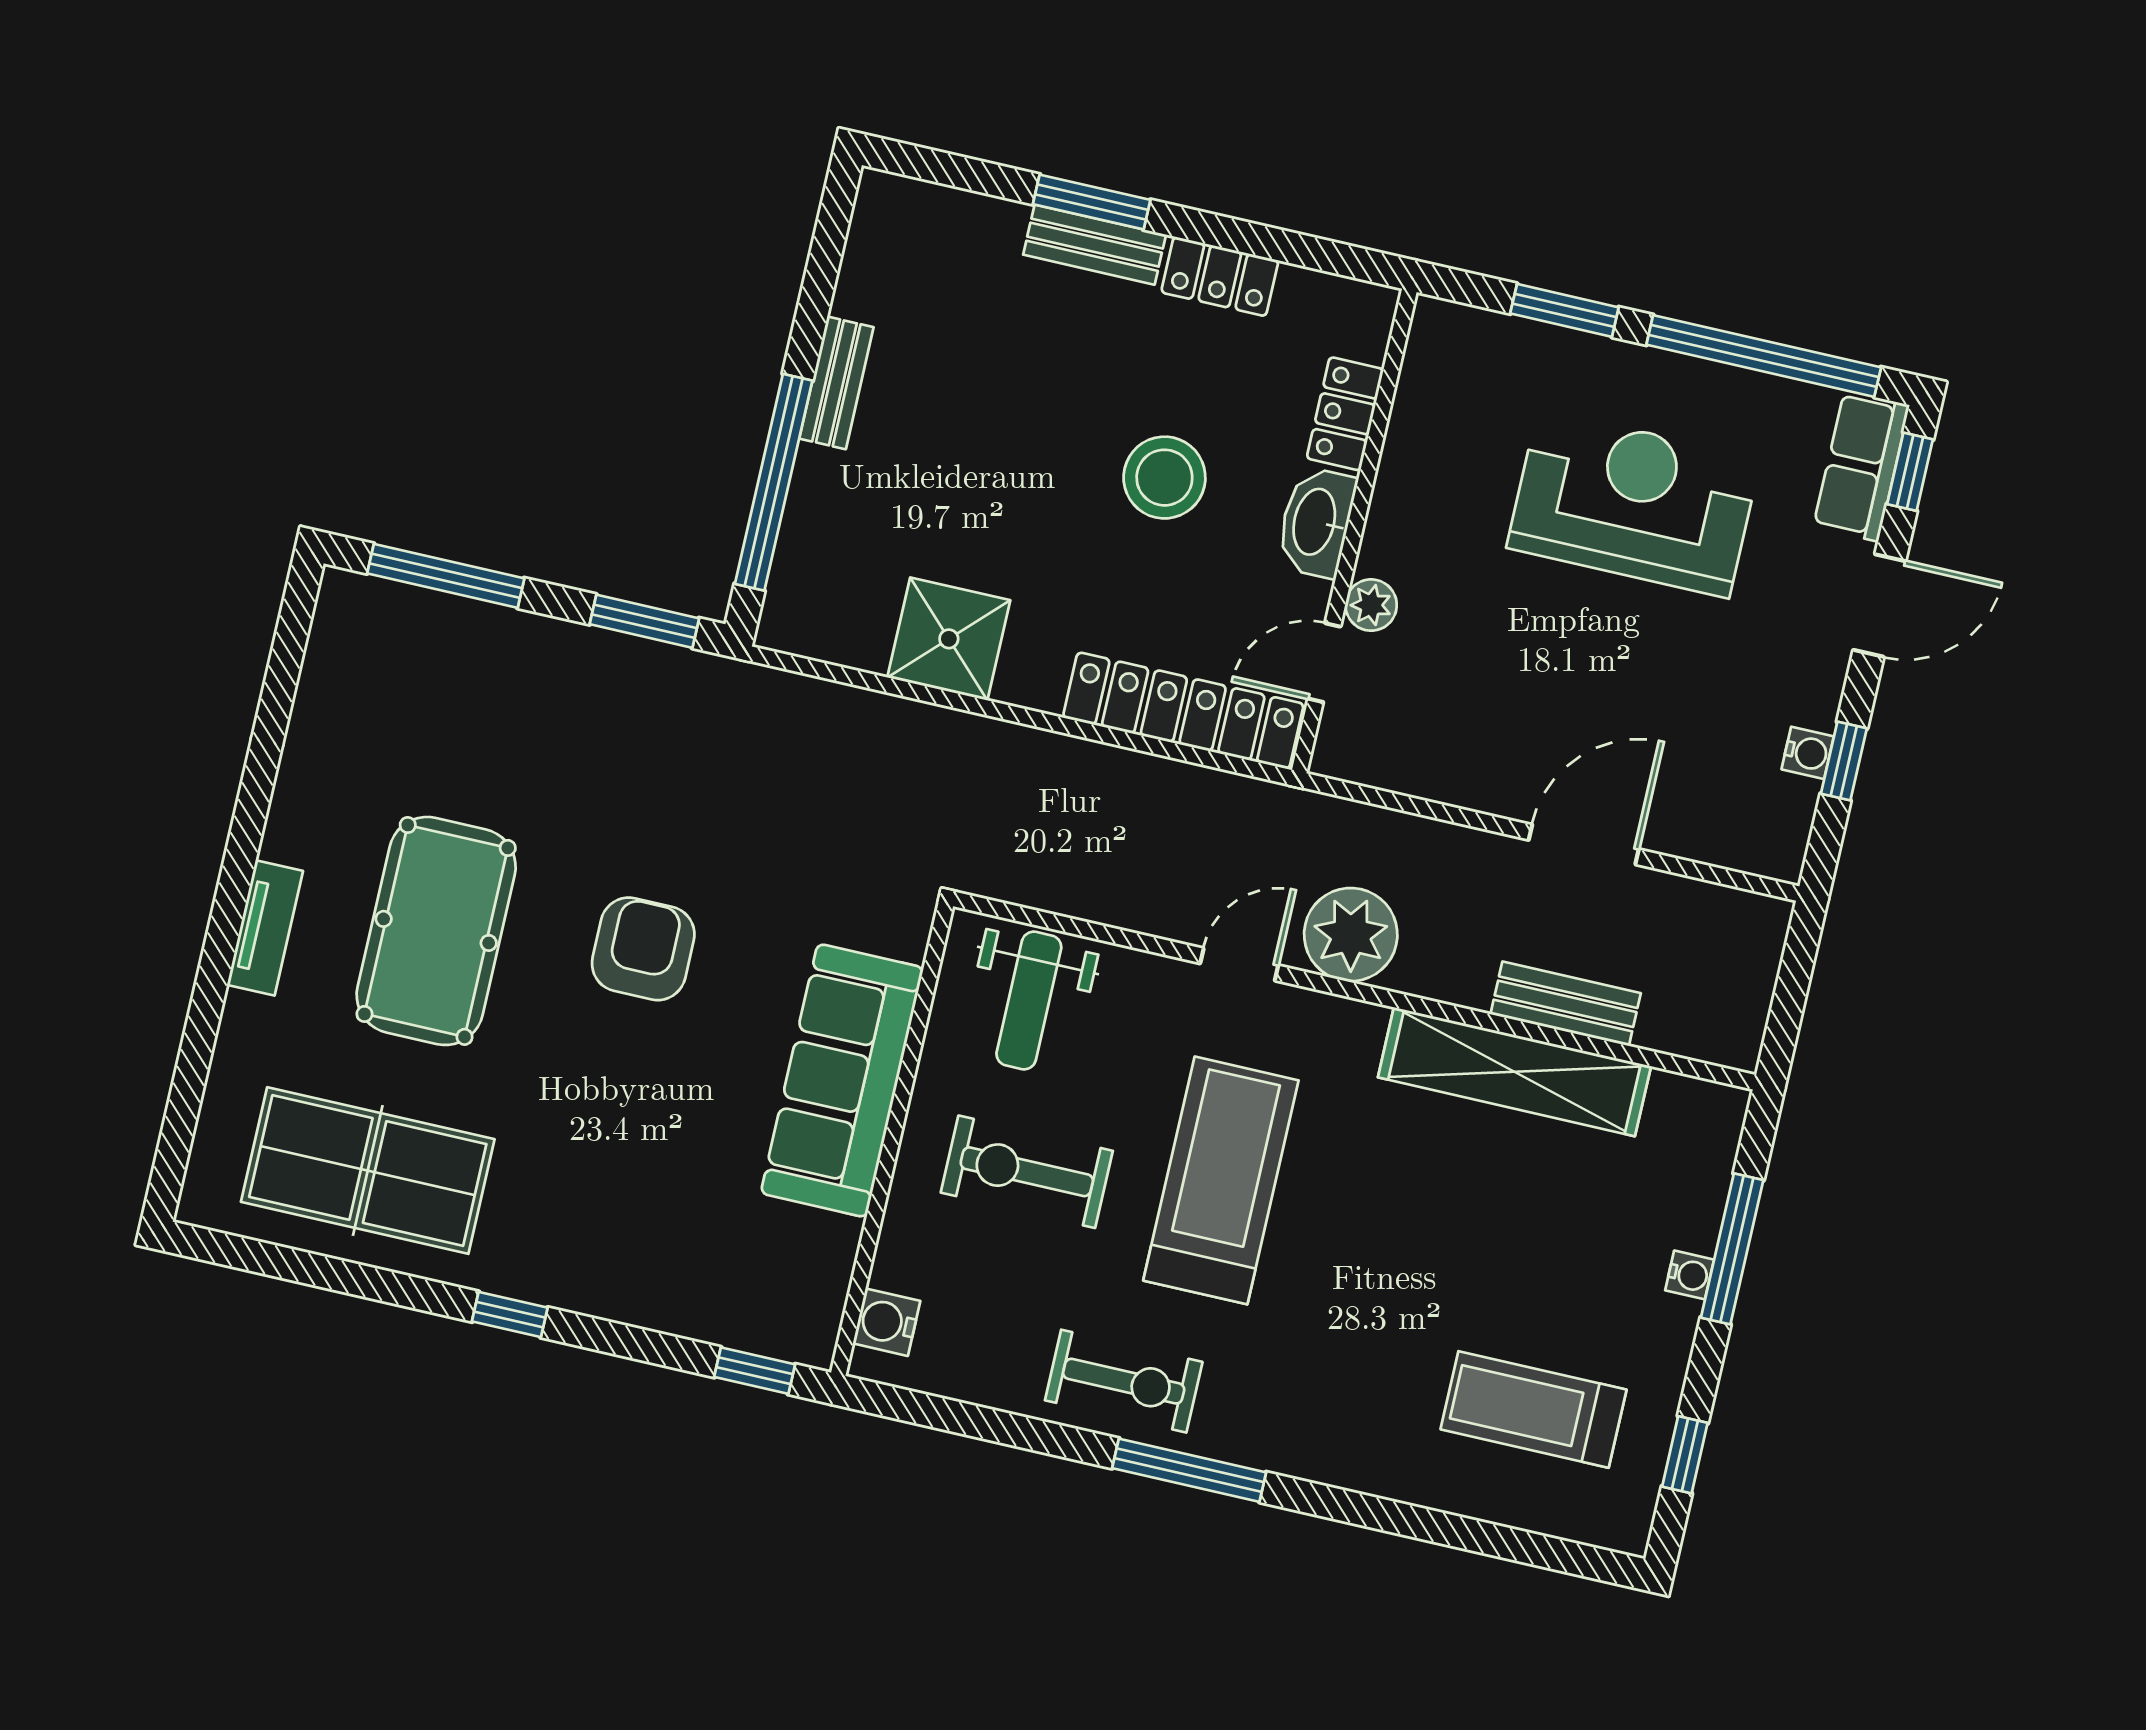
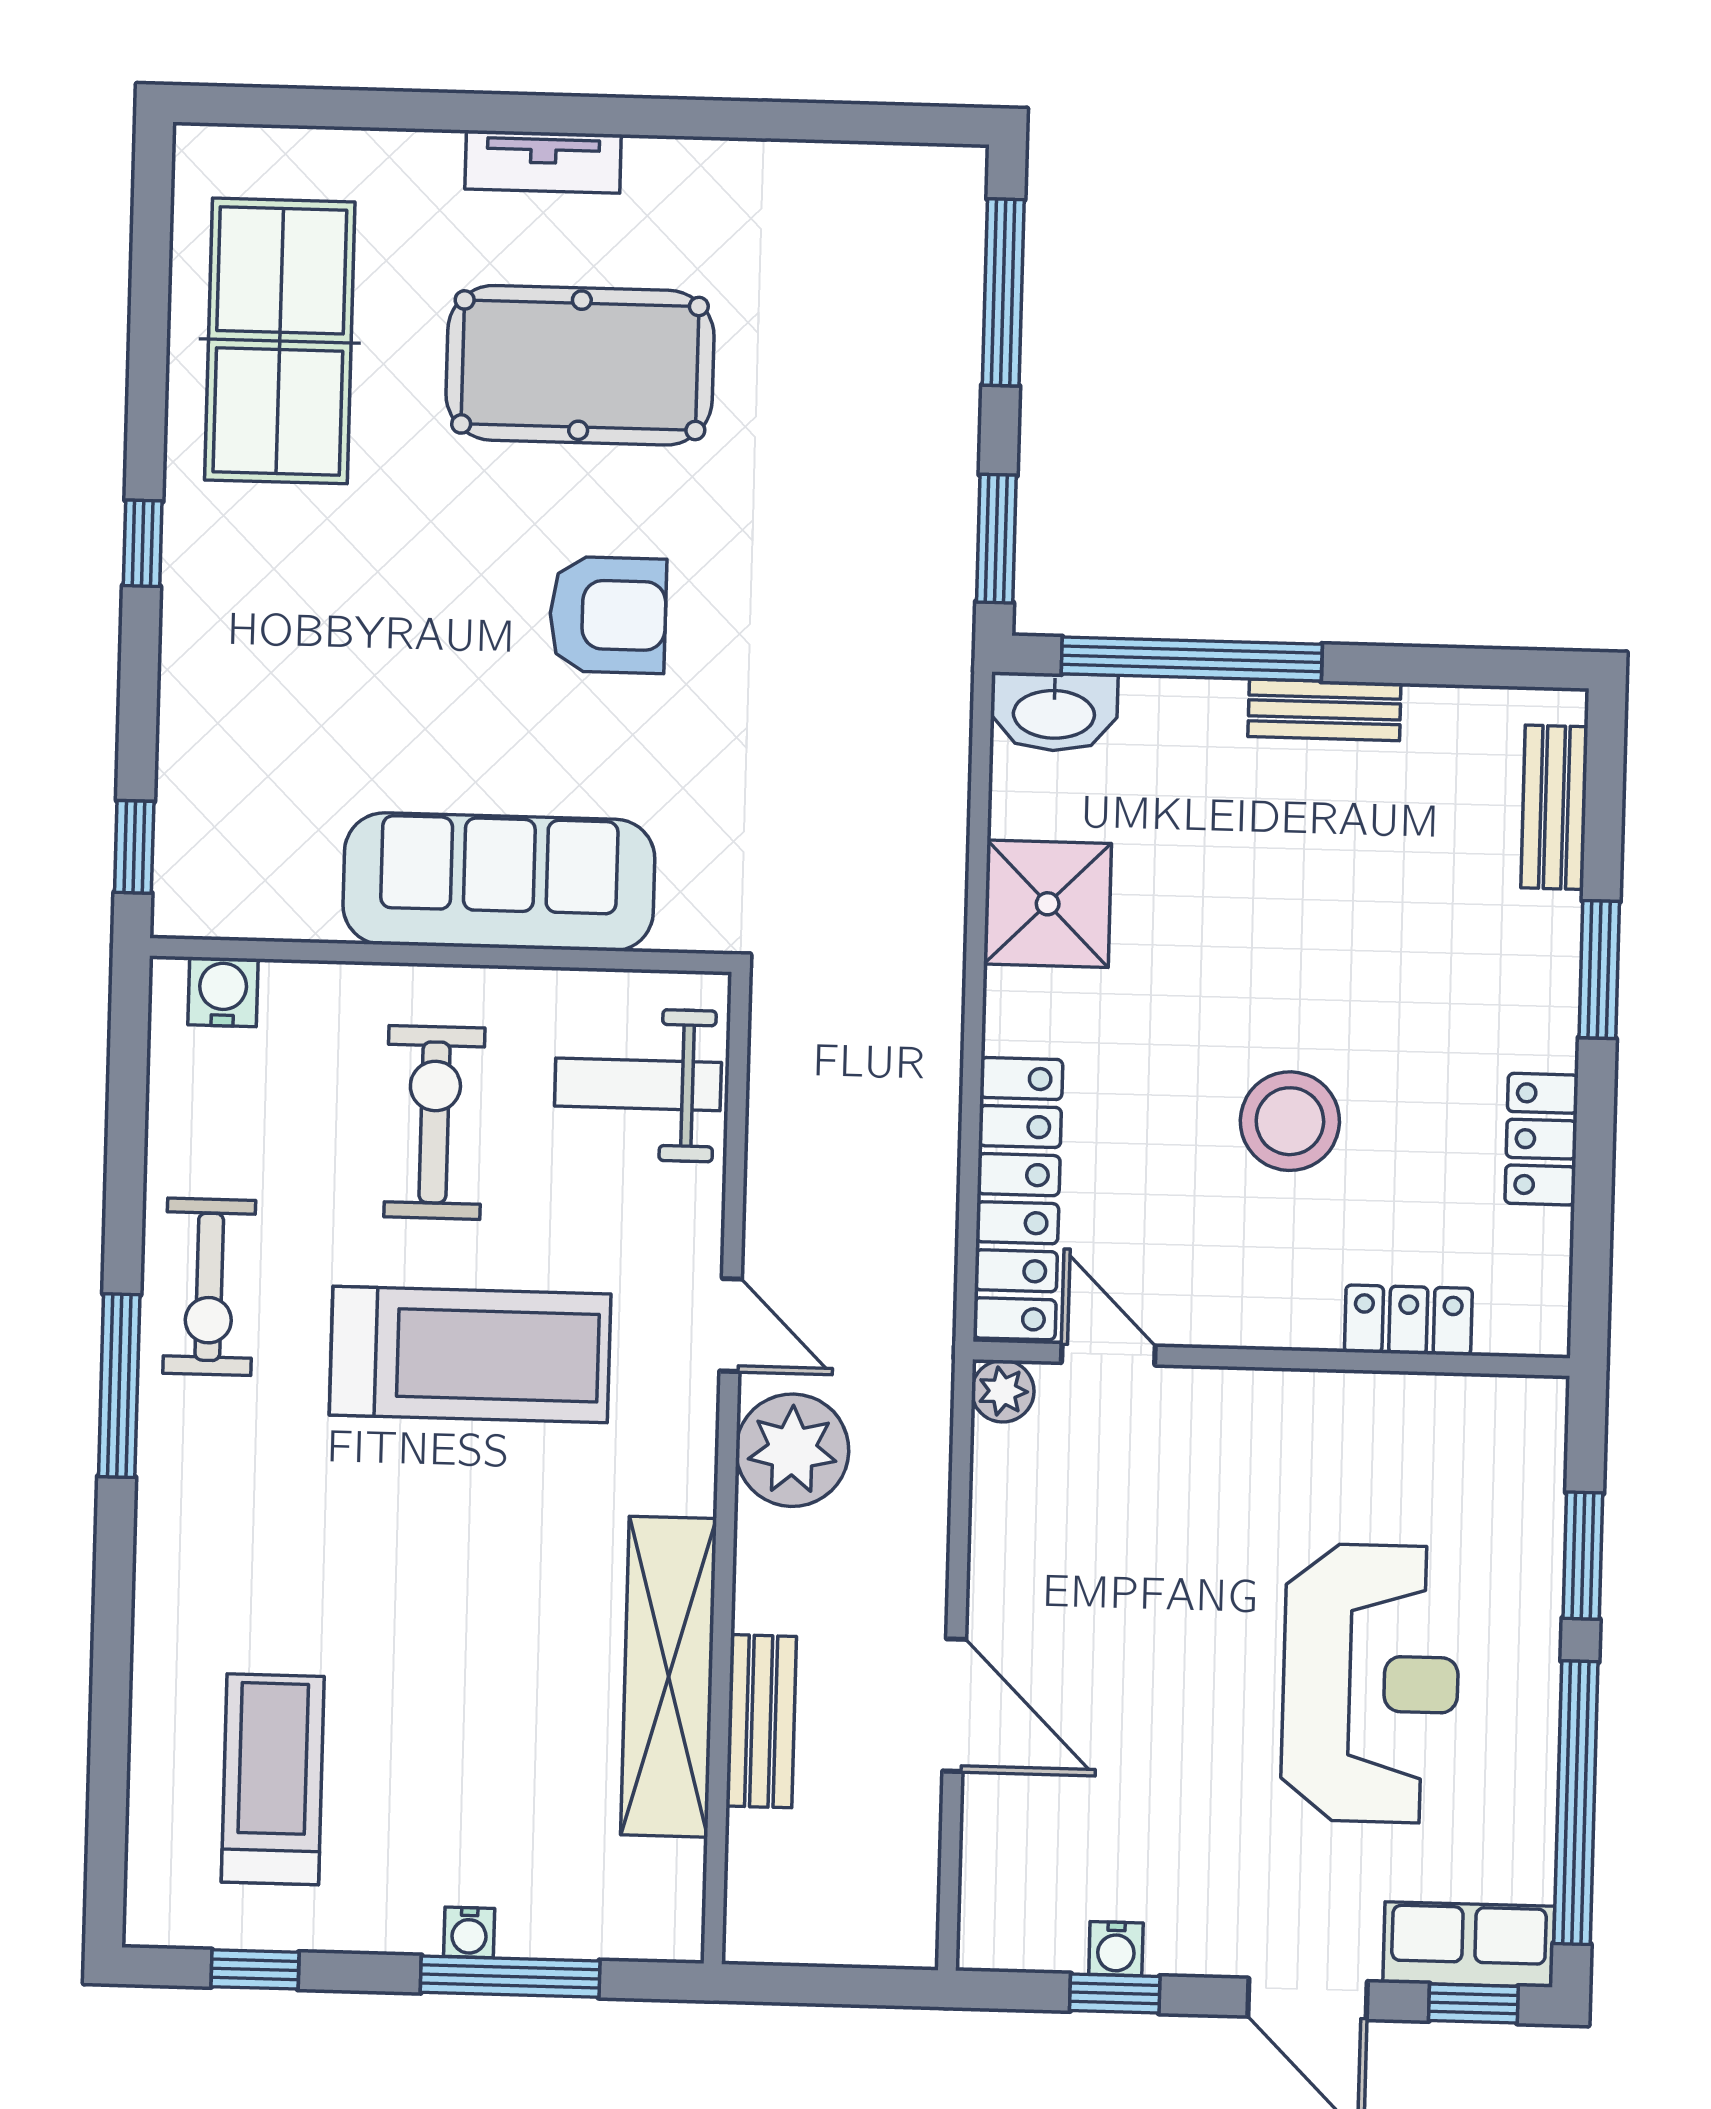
bench: (1095, 245) -> (1554, 807), moved
washbasin: (1316, 522) -> (1054, 712), moved, turned 180
plant: (1371, 605) -> (1003, 1391), moved

